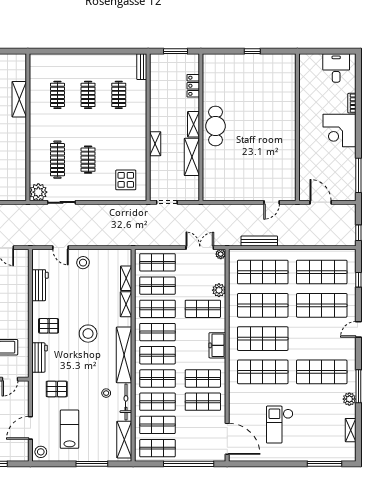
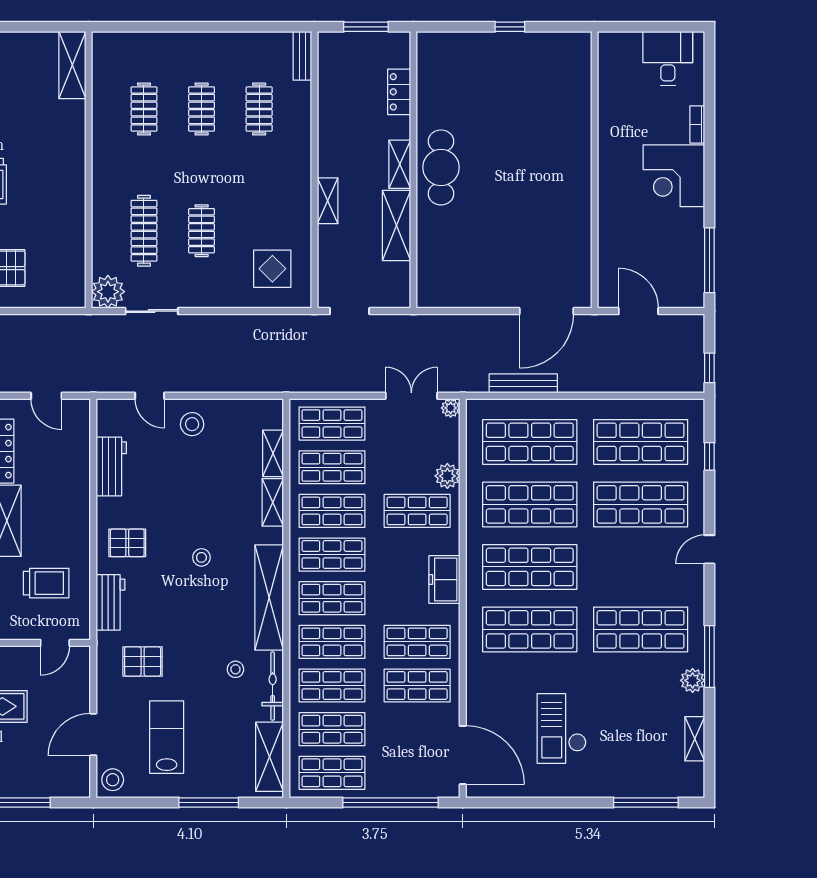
shelving: (19, 99) -> (72, 65), moved
door: (272, 202) -> (546, 311), width x1.87
stool: (88, 334) -> (201, 557), width x0.53, depth x0.53

